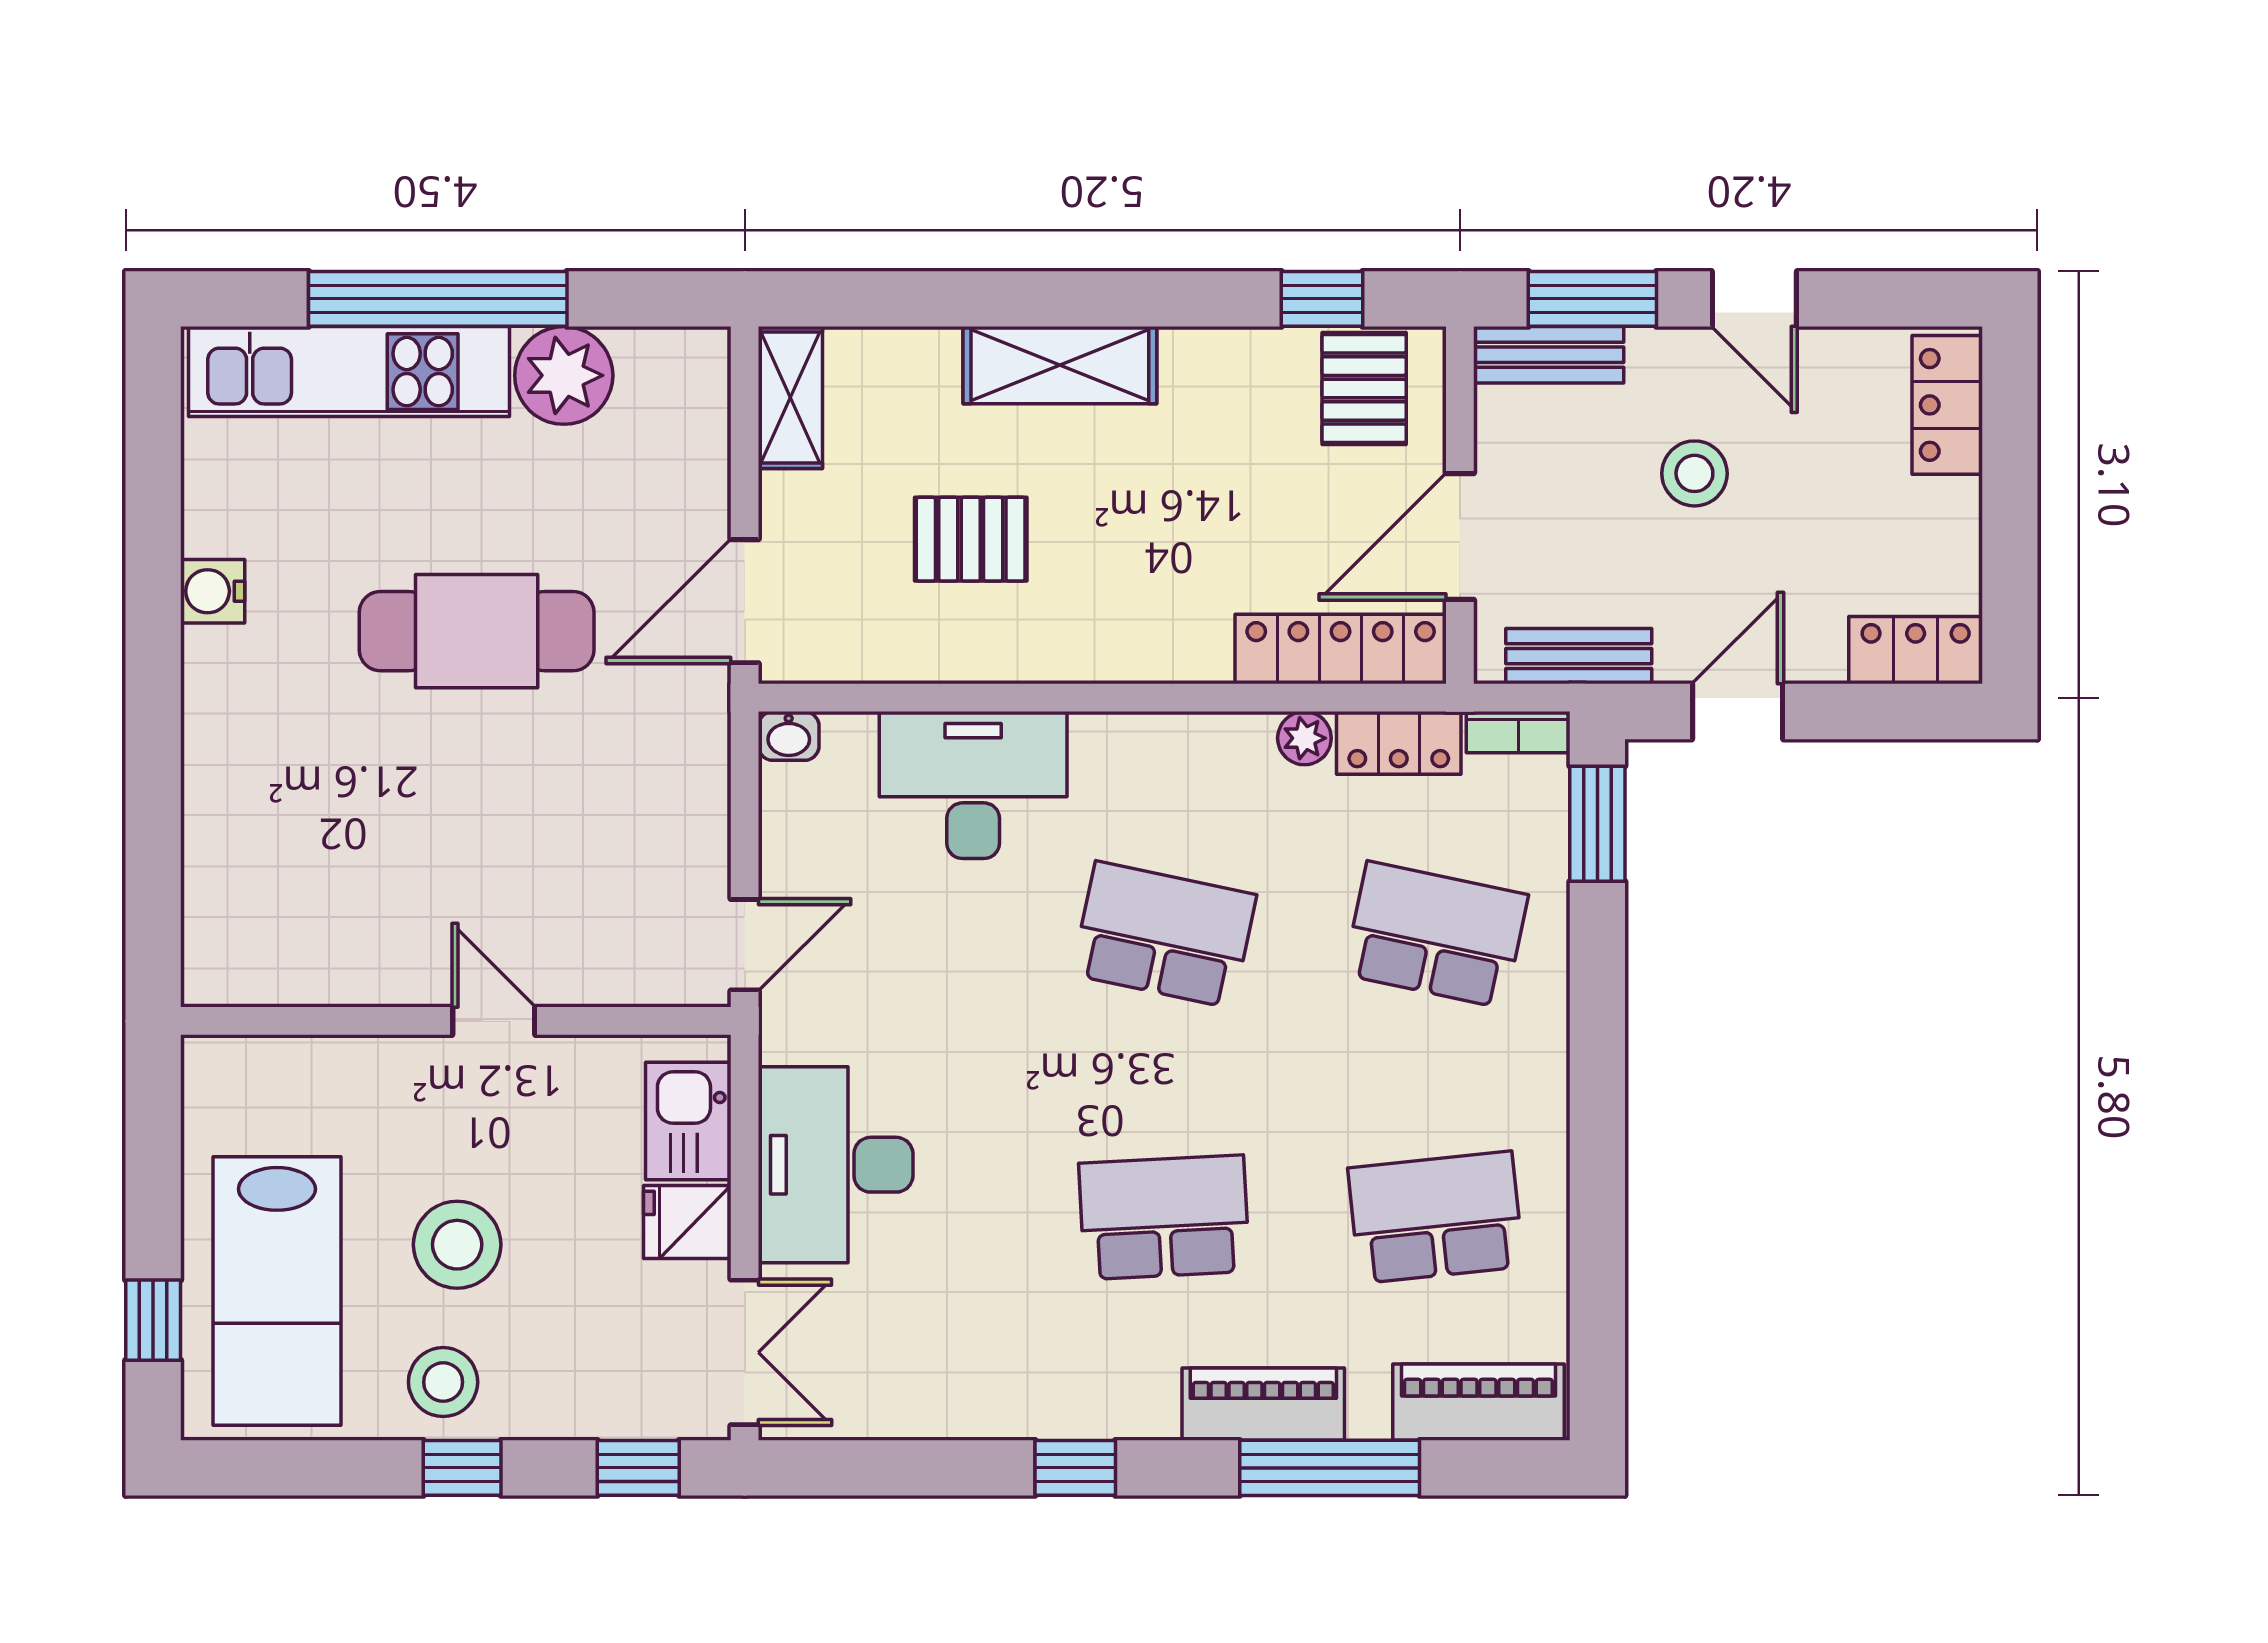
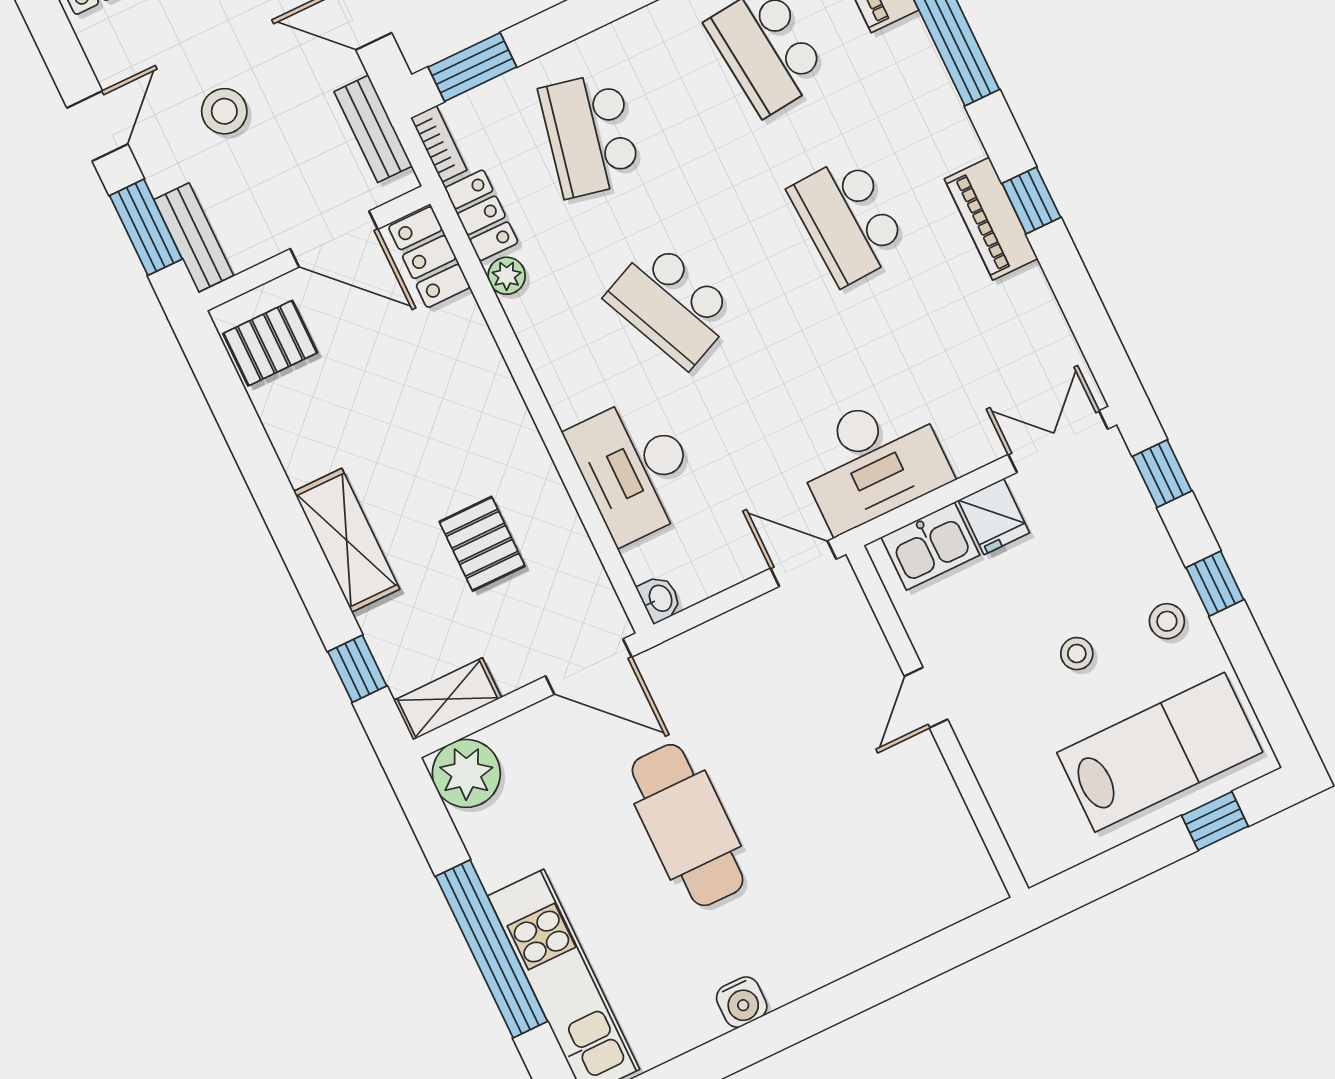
window: (1322, 299) -> (357, 669), moved
plant: (564, 375) -> (466, 773), moved
locker: (1341, 649) -> (429, 257), width x0.66
school desk: (1164, 935) -> (671, 305), turned -36
desk: (836, 1165) -> (872, 461), moved
stool: (457, 1245) -> (1077, 654), width x0.53, depth x0.53
stool: (443, 1382) -> (1167, 621), width x0.73, depth x0.73
piano: (1263, 1404) -> (991, 219), moved

